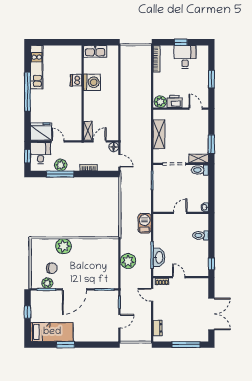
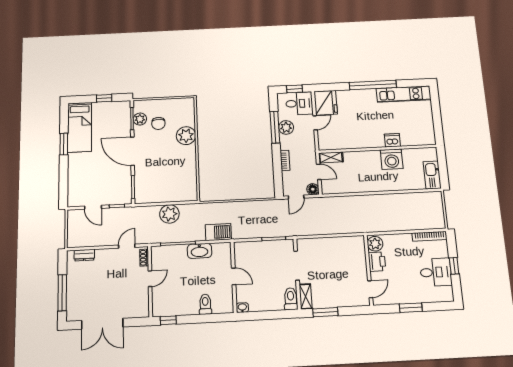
kitchen sink: (95, 51) -> (432, 175), moved
shelving: (159, 134) -> (333, 244), removed
washbasin: (159, 257) -> (199, 251), moved

